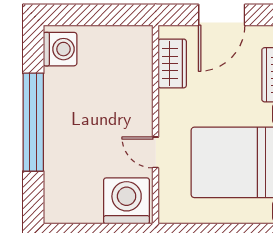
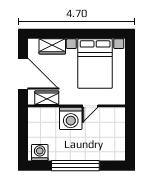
door: (222, 15) -> (23, 74), width x1.36
washing machine: (127, 201) -> (71, 118), moved, turned -90

